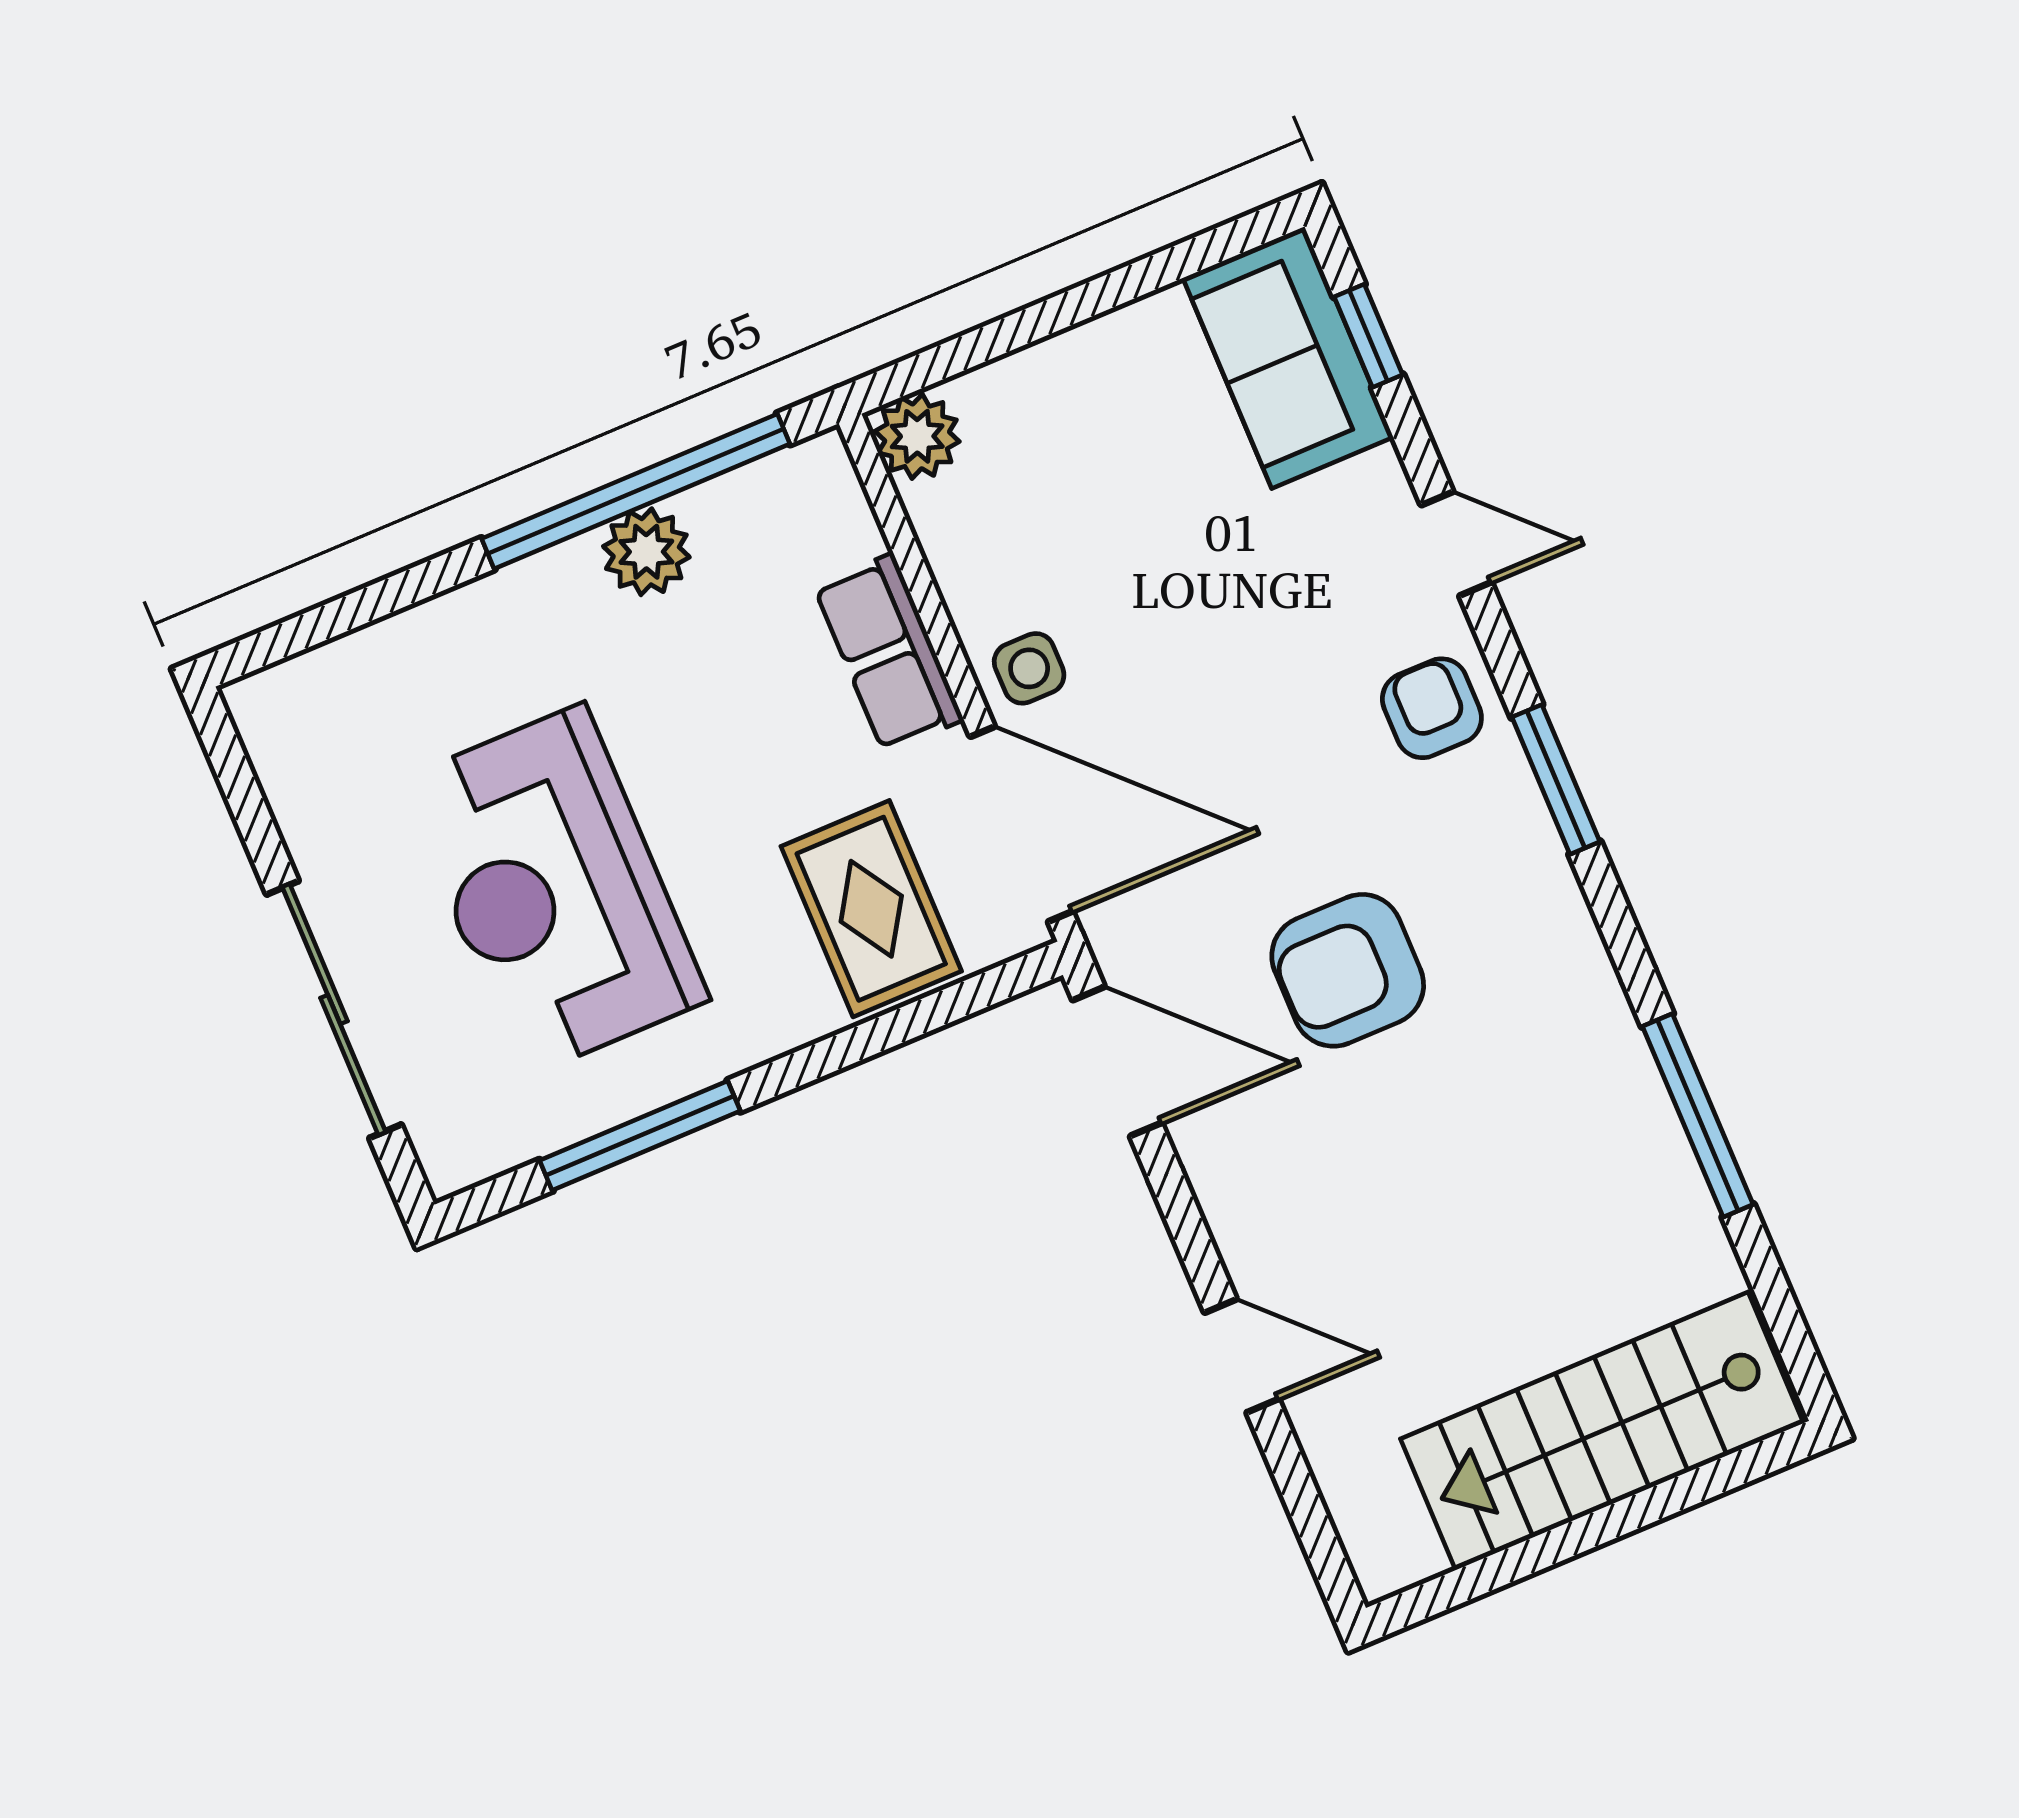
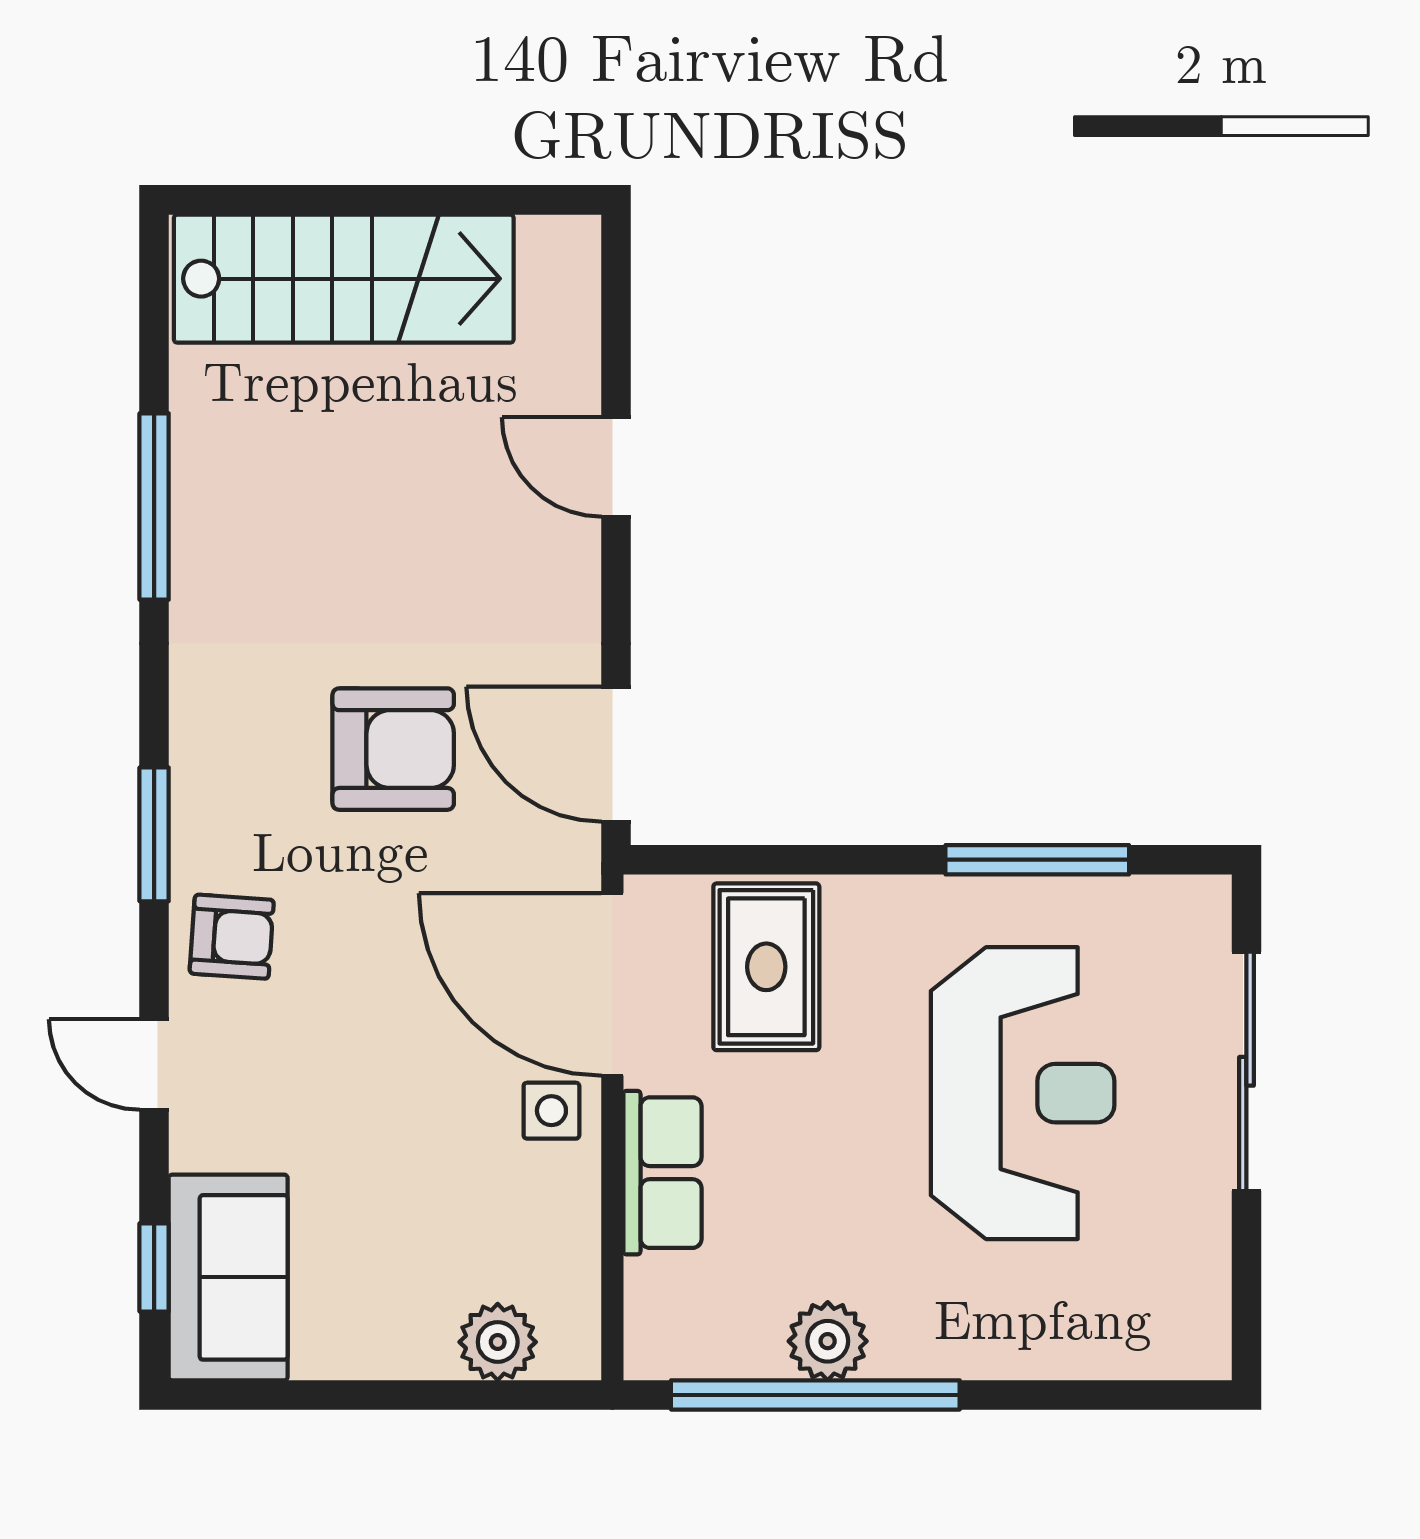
plant: (917, 436) -> (498, 1342), moved
armchair: (1432, 708) -> (232, 937), turned -86

